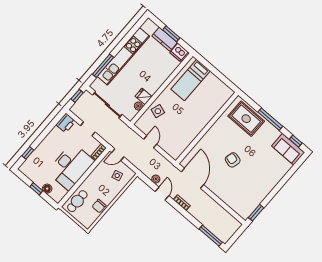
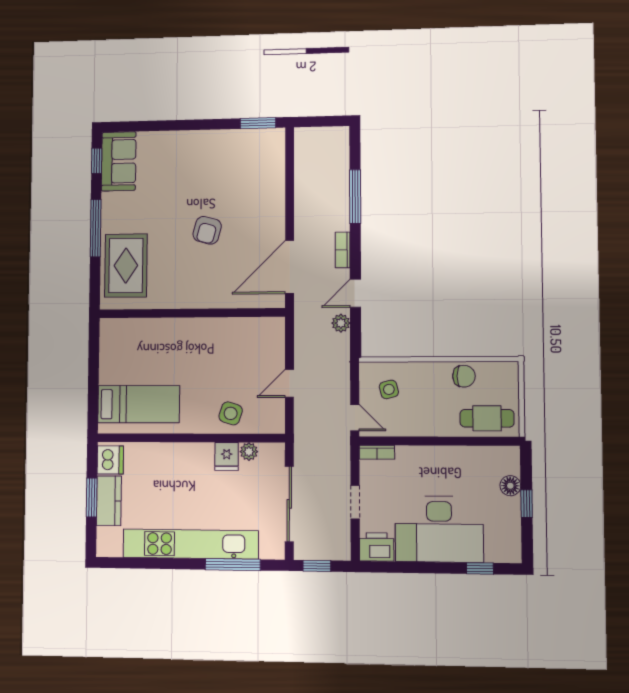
desk: (71, 166) -> (439, 529), moved, turned 180
window: (211, 236) -> (355, 197), moved

